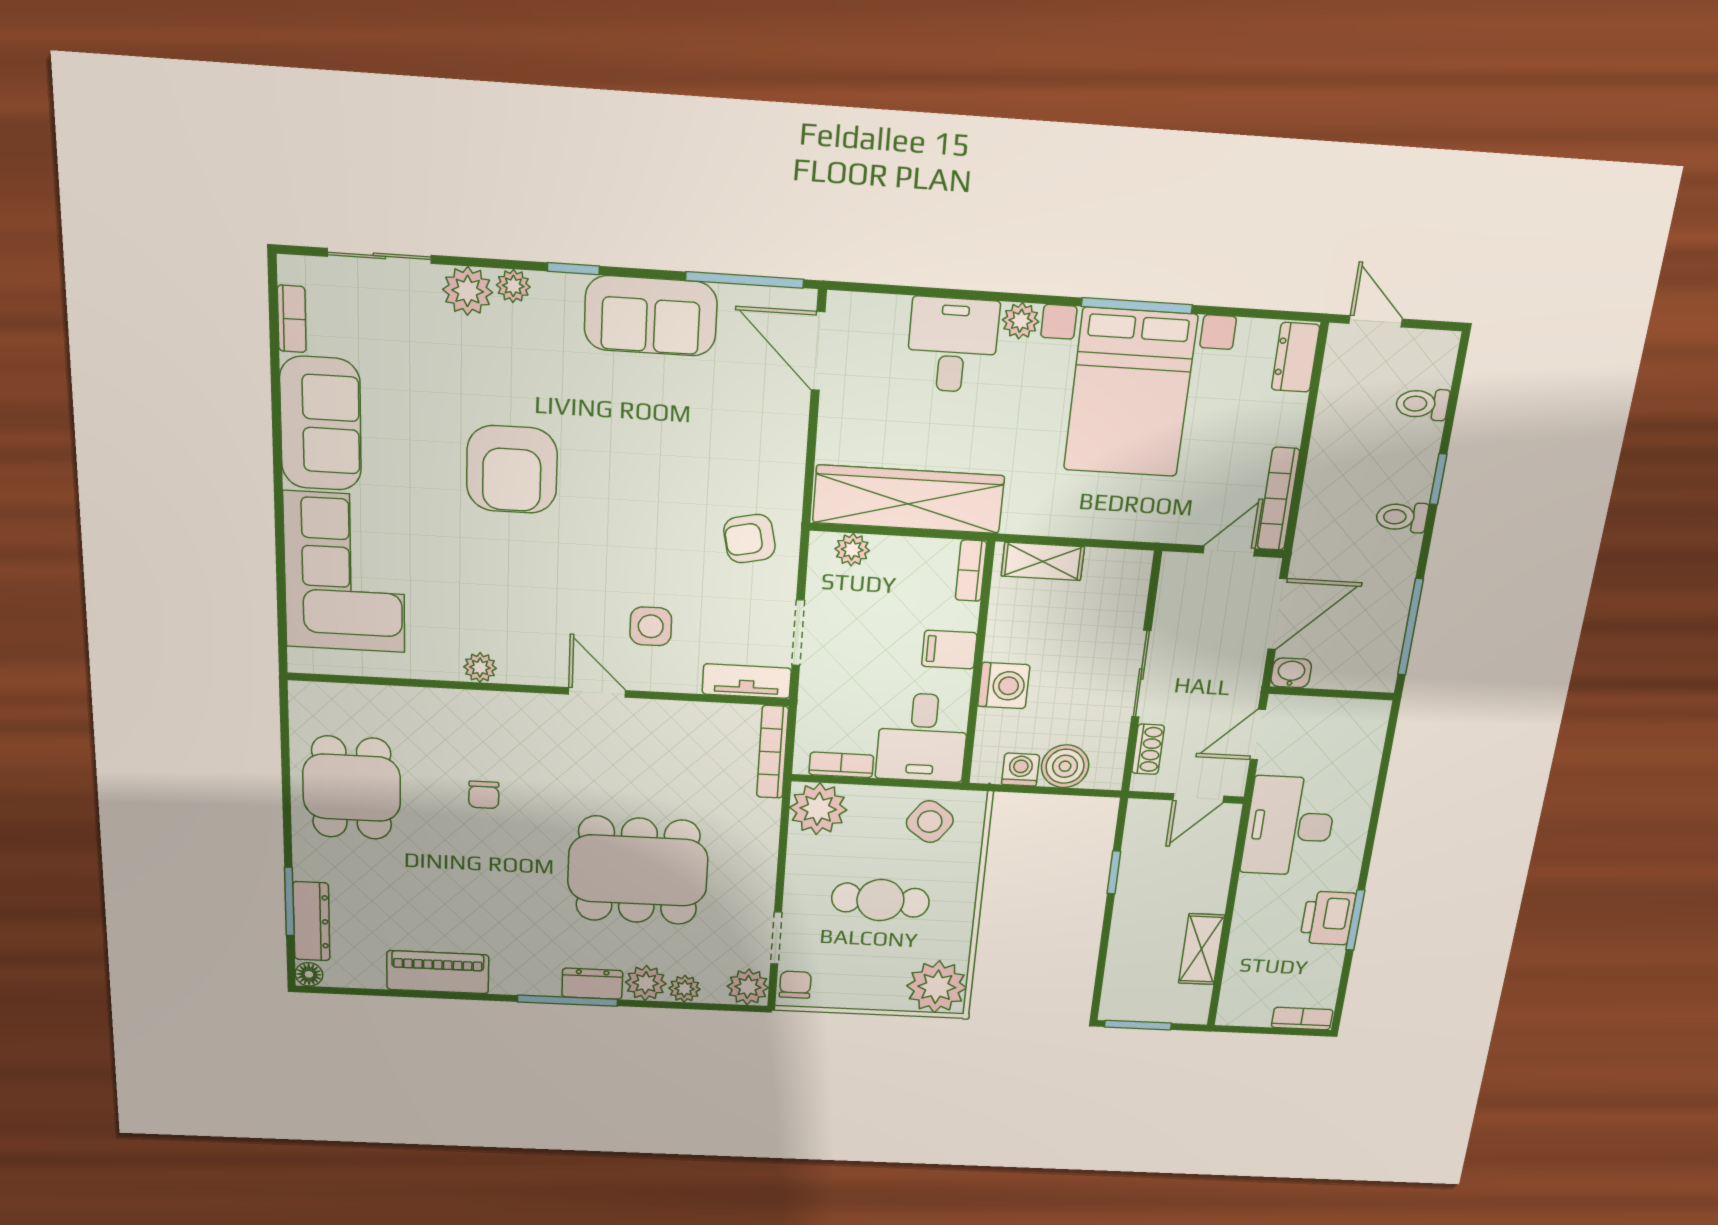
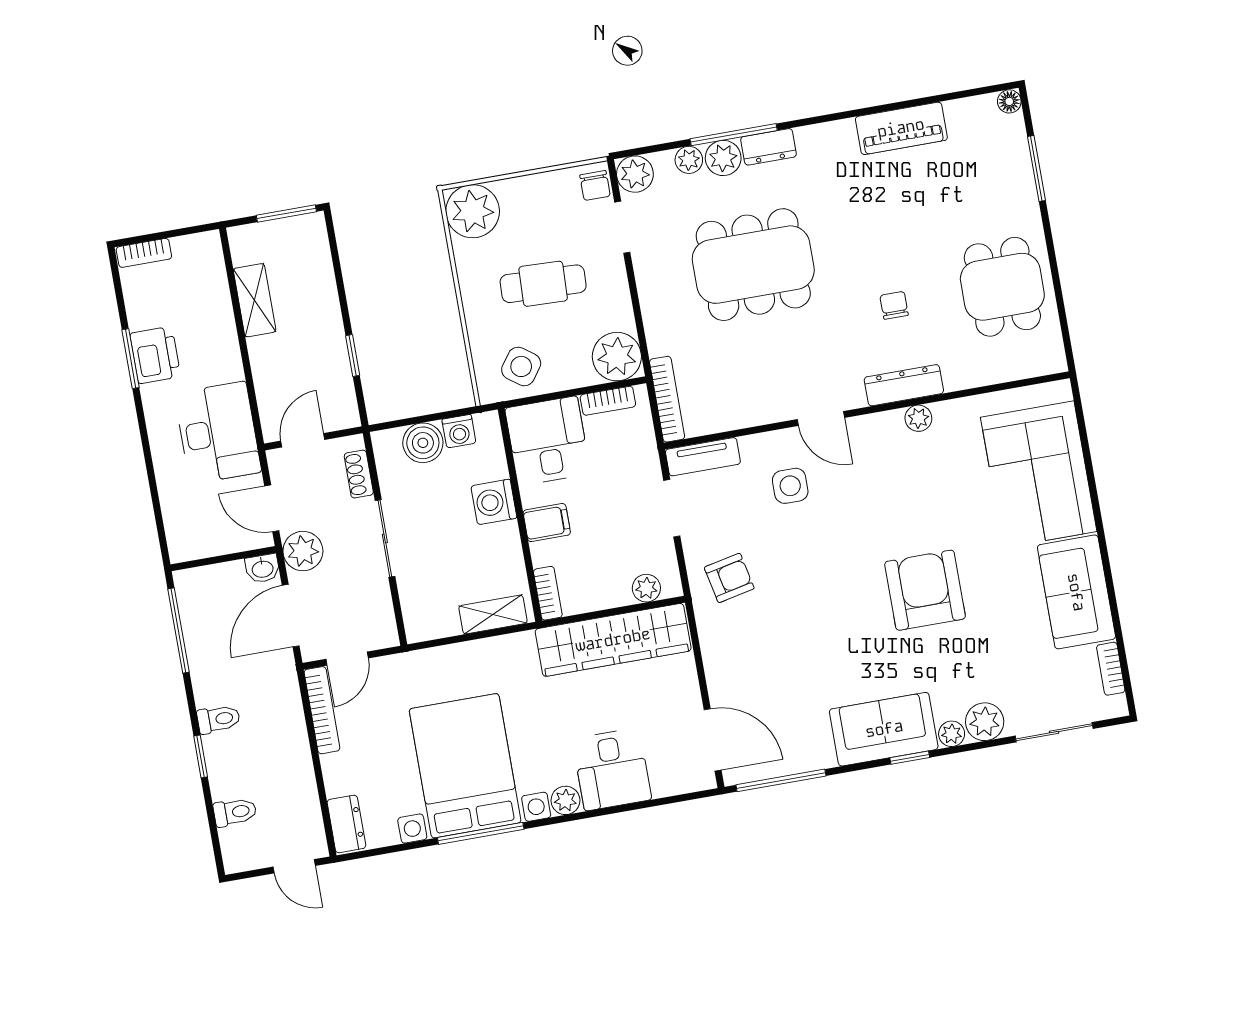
sofa: (651, 316) -> (884, 729), moved
plant: (1239, 681) -> (303, 551), added
door: (1258, 735) -> (272, 508), swing flipped
dresser: (311, 921) -> (904, 385), moved, turned 90
window: (568, 1001) -> (734, 135), moved

